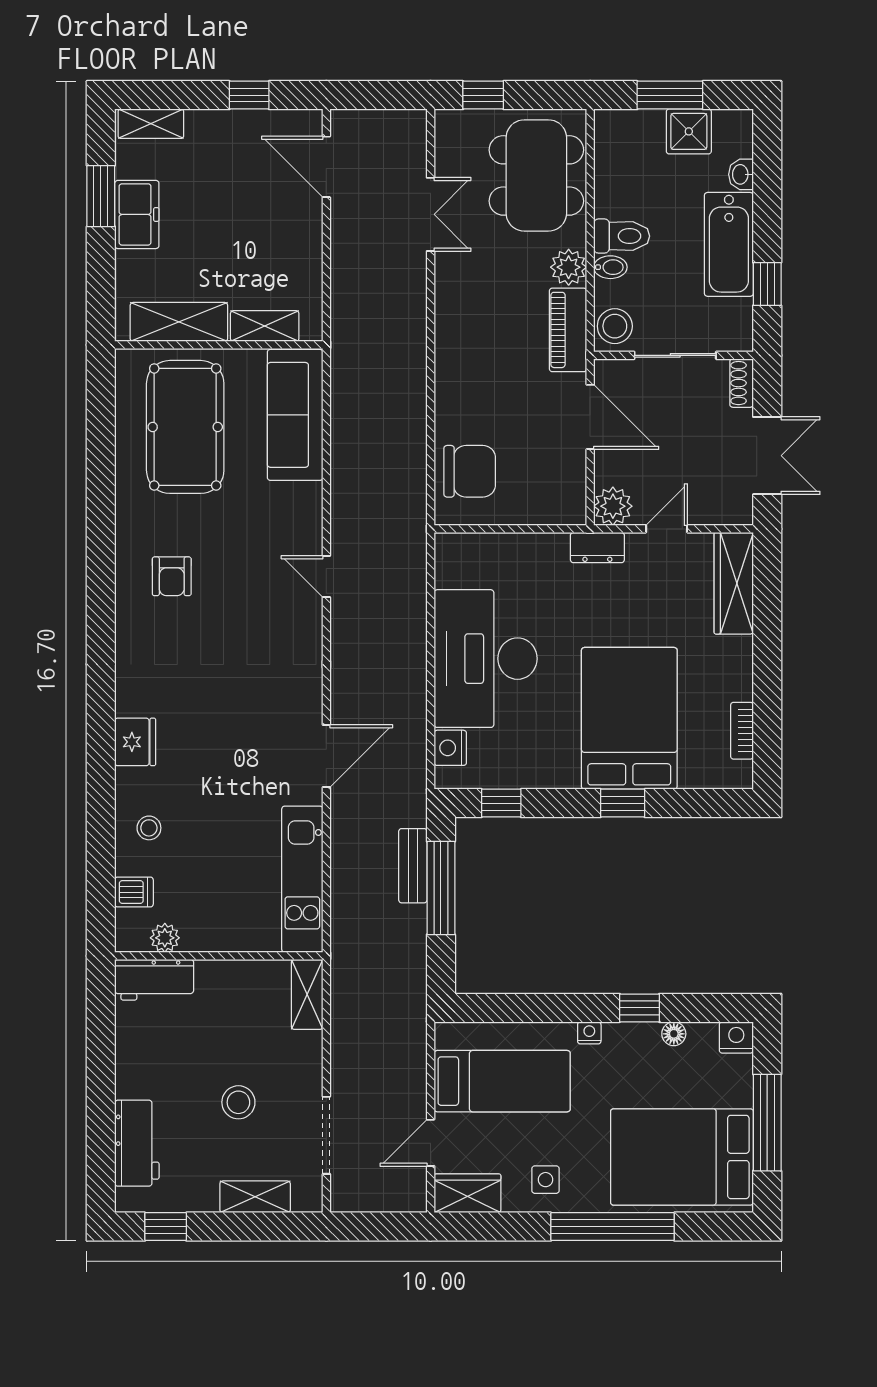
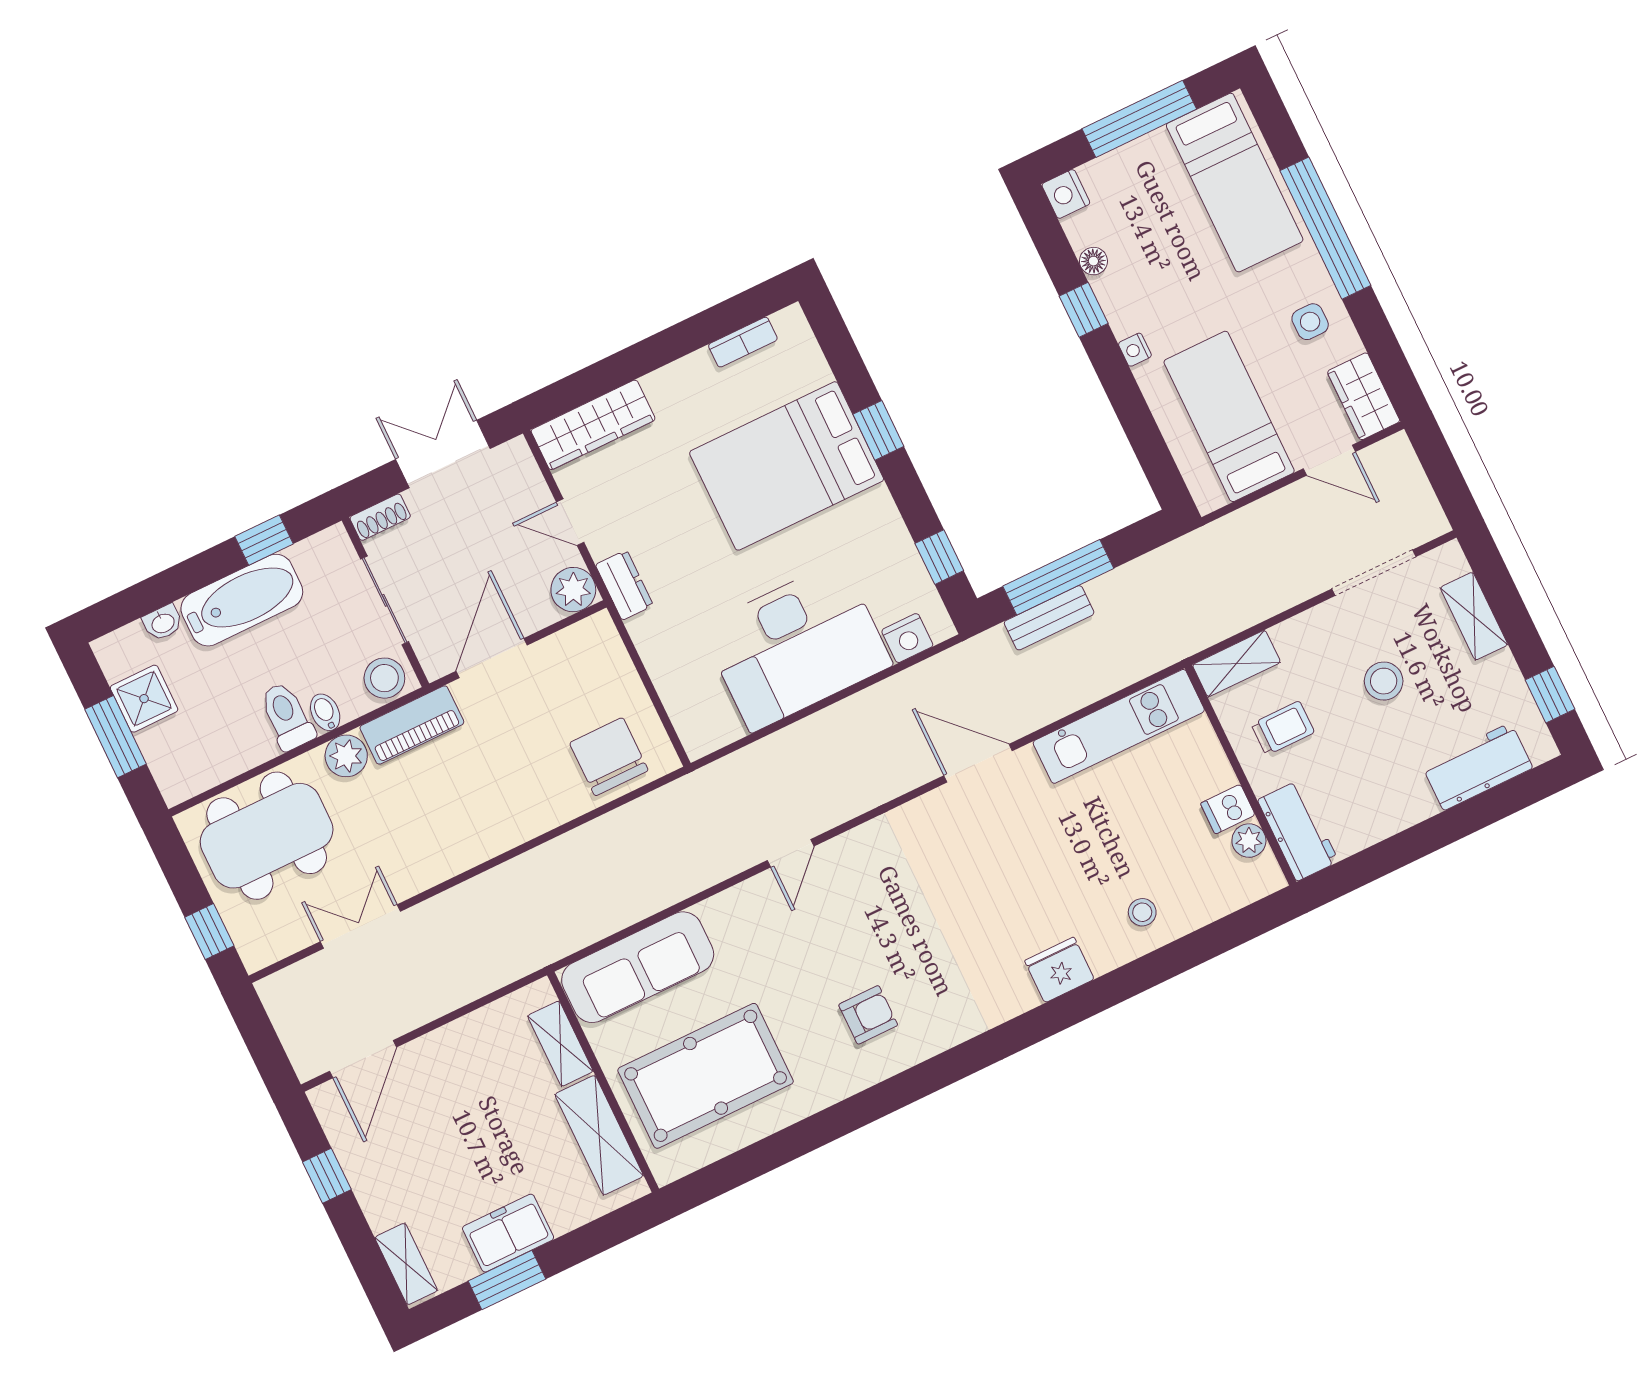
dishwasher: (134, 892) -> (1228, 809), moved, turned -90
trolley: (240, 1006) -> (1283, 728), added
bed: (682, 1157) -> (1235, 183), width x0.67

